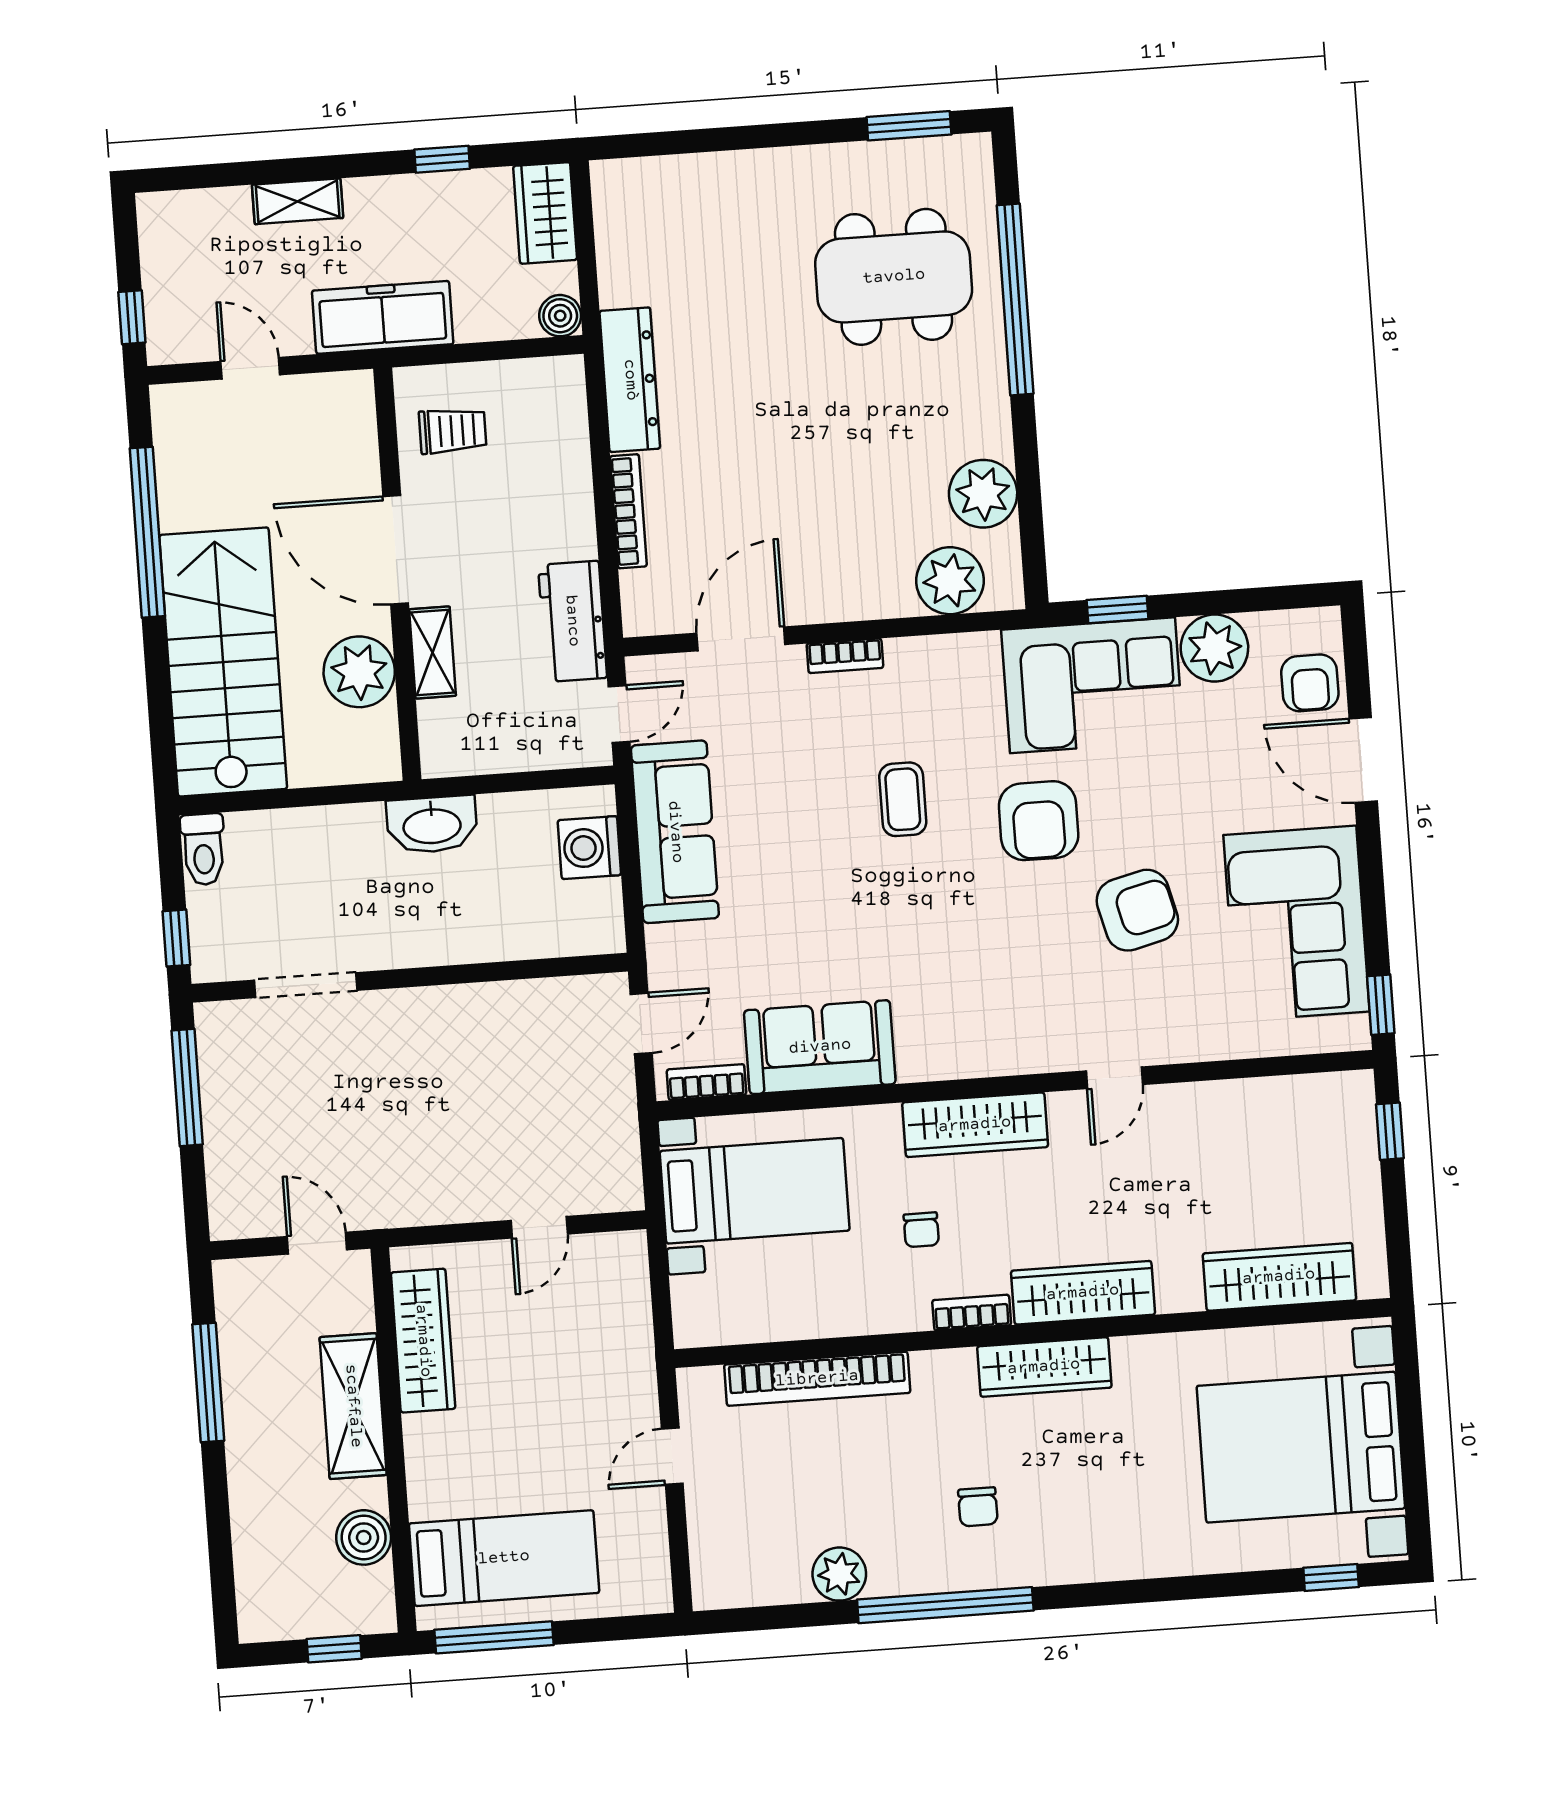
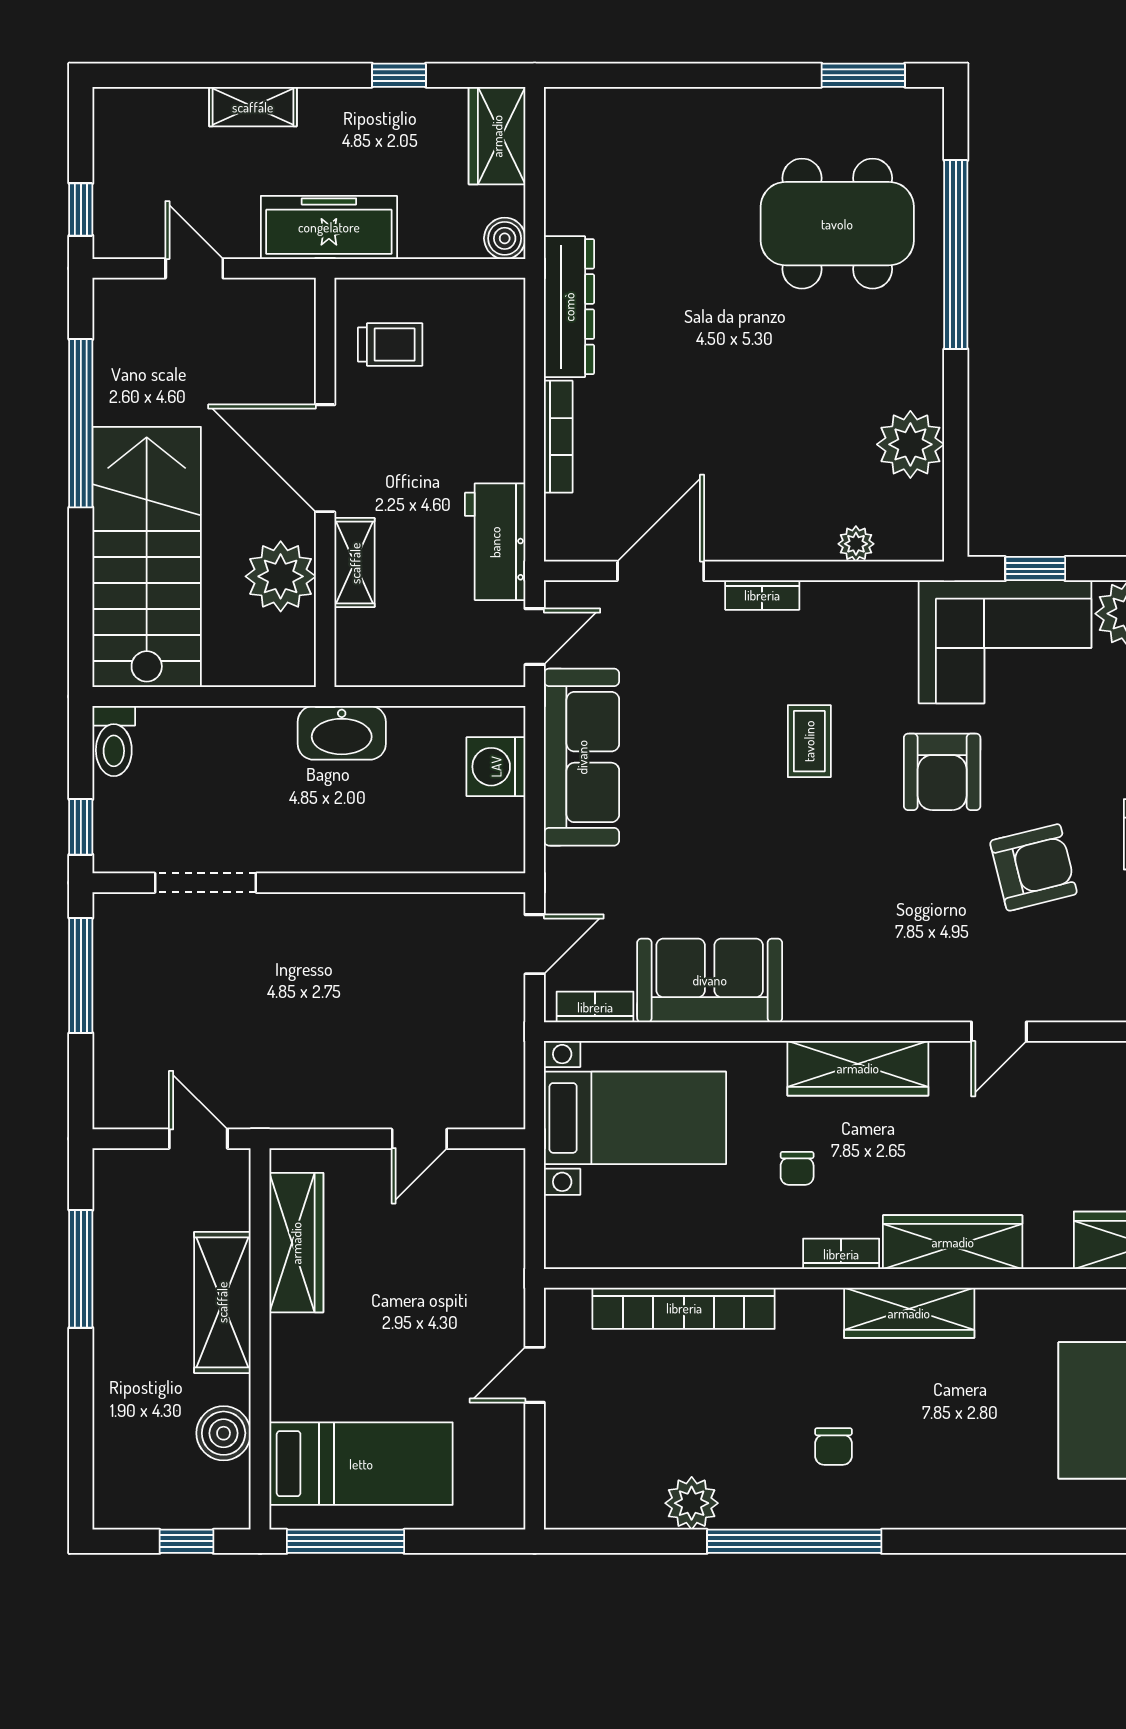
plant: (950, 581) -> (856, 544), width x0.53, depth x0.53

